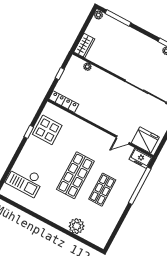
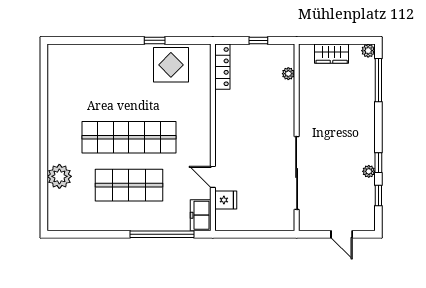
wardrobe: (84, 45) -> (332, 54), moved
fridge: (145, 140) -> (226, 200), width x0.53, depth x0.75
shop shelf: (75, 175) -> (129, 137), width x1.40
checkout: (25, 180) -> (85, 71), removed
shop shelf: (102, 190) -> (129, 185), width x1.43, depth x1.36

